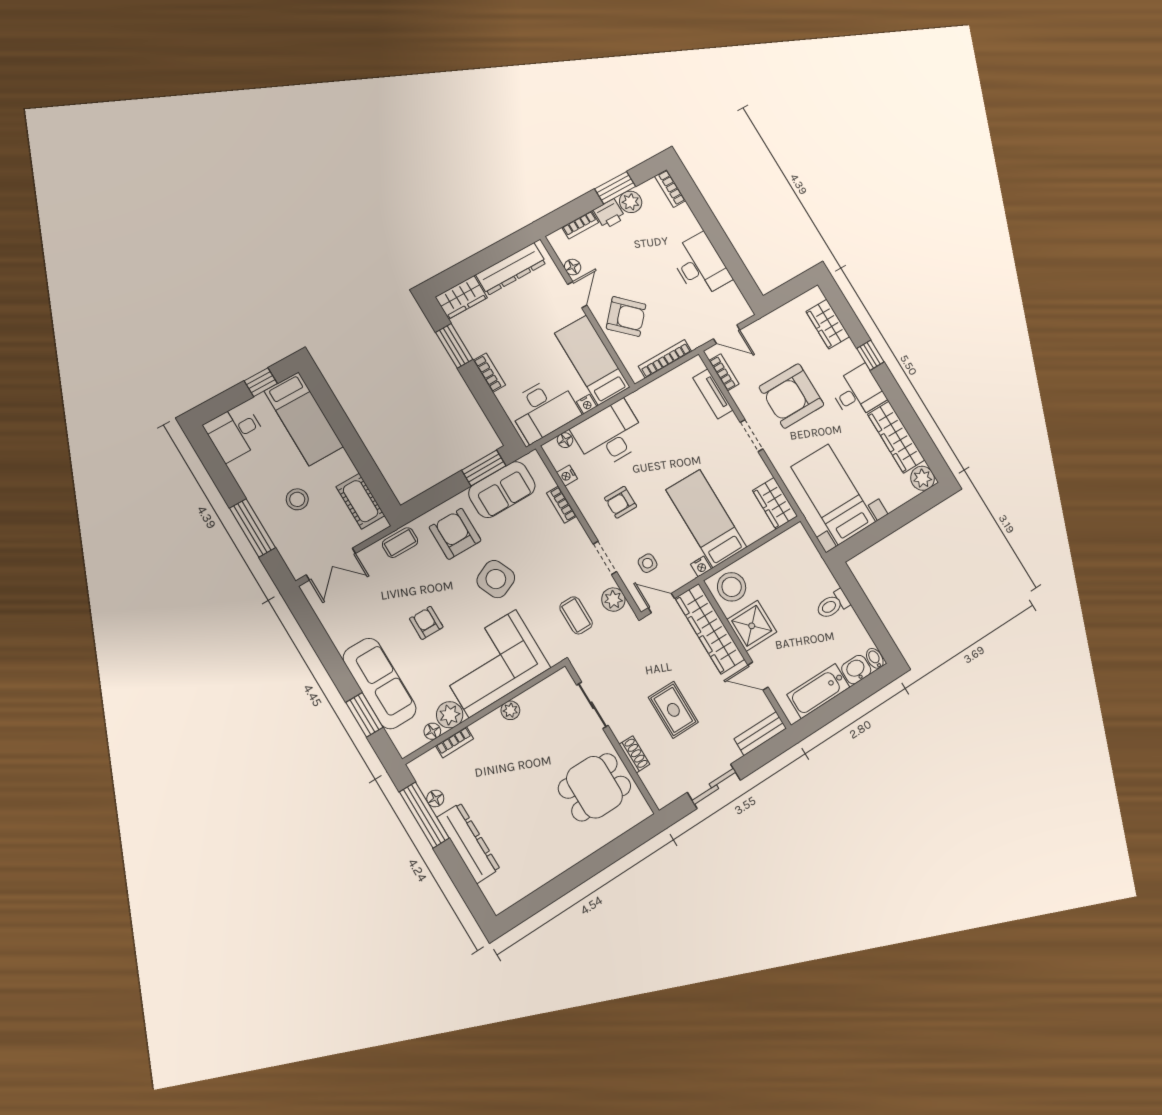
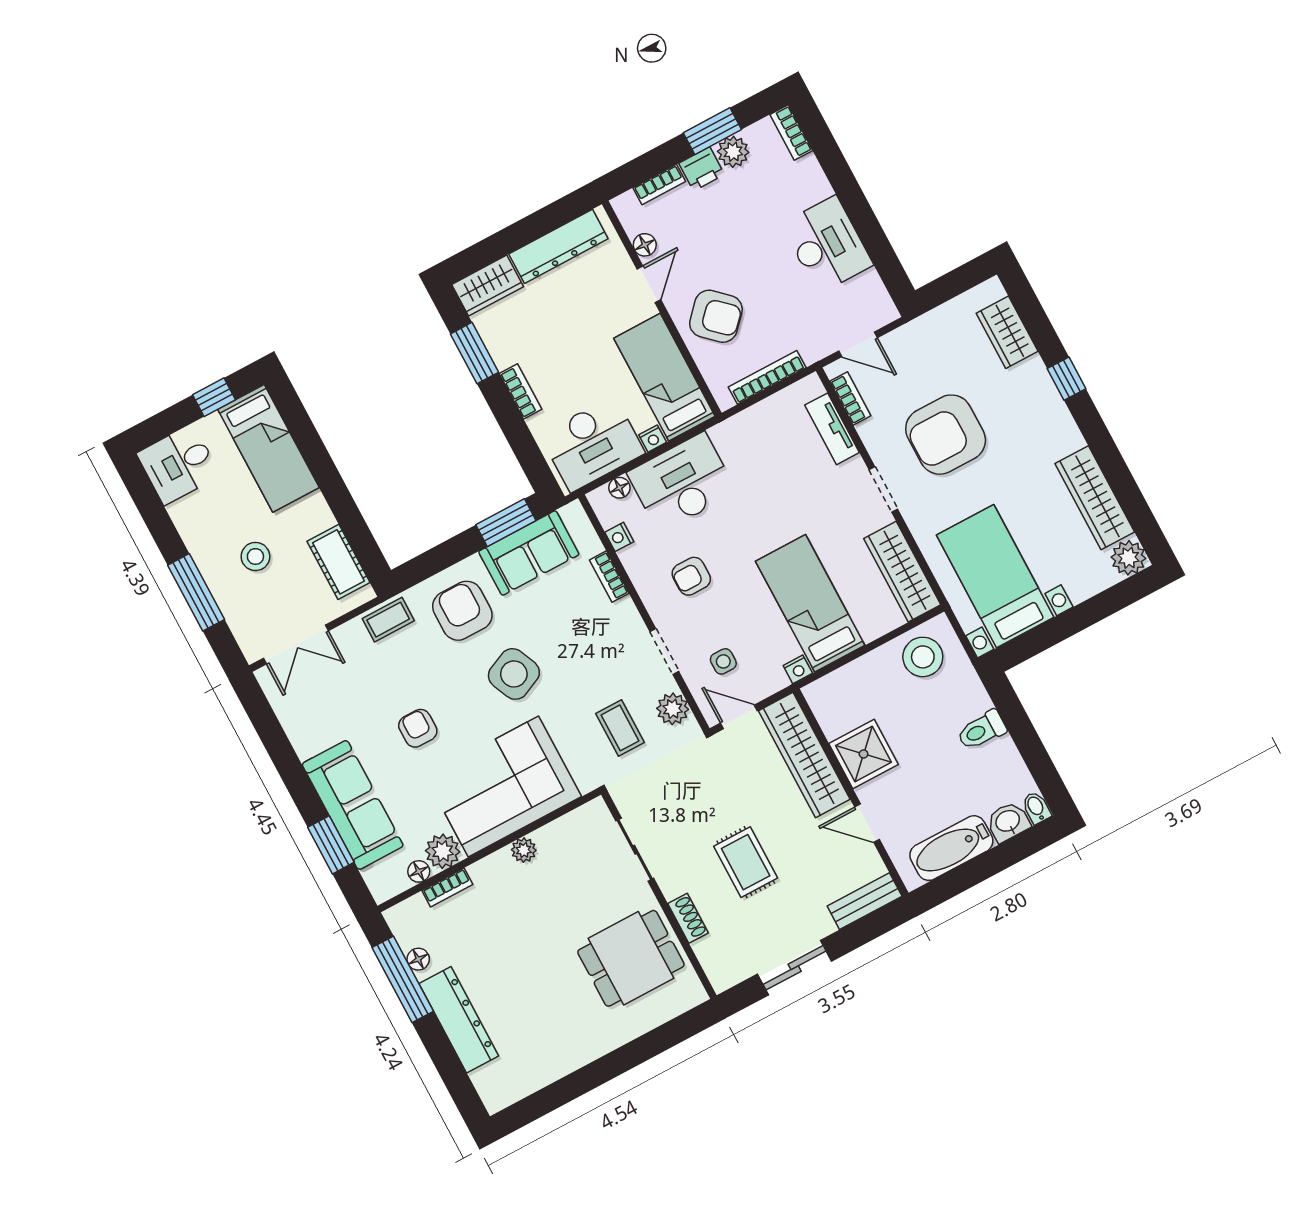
desk: (858, 392) -> (1043, 432), removed
wardrobe: (775, 503) -> (902, 572), width x1.50
stool: (732, 587) -> (923, 657), moved

